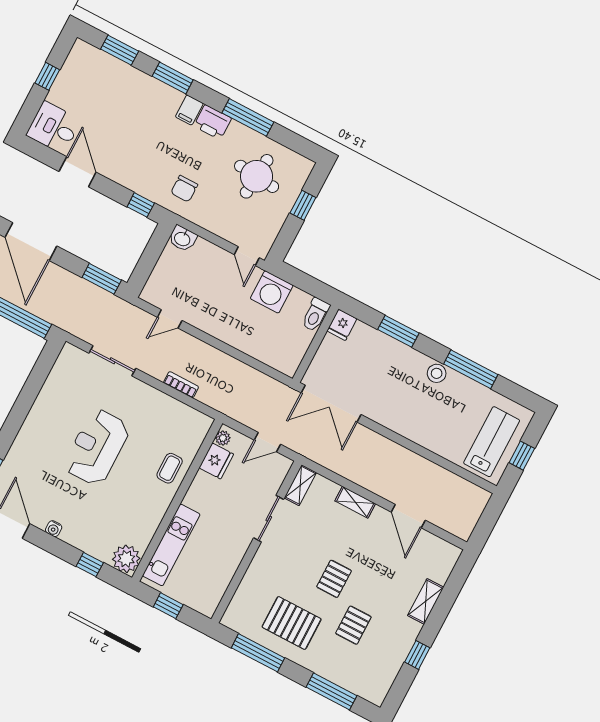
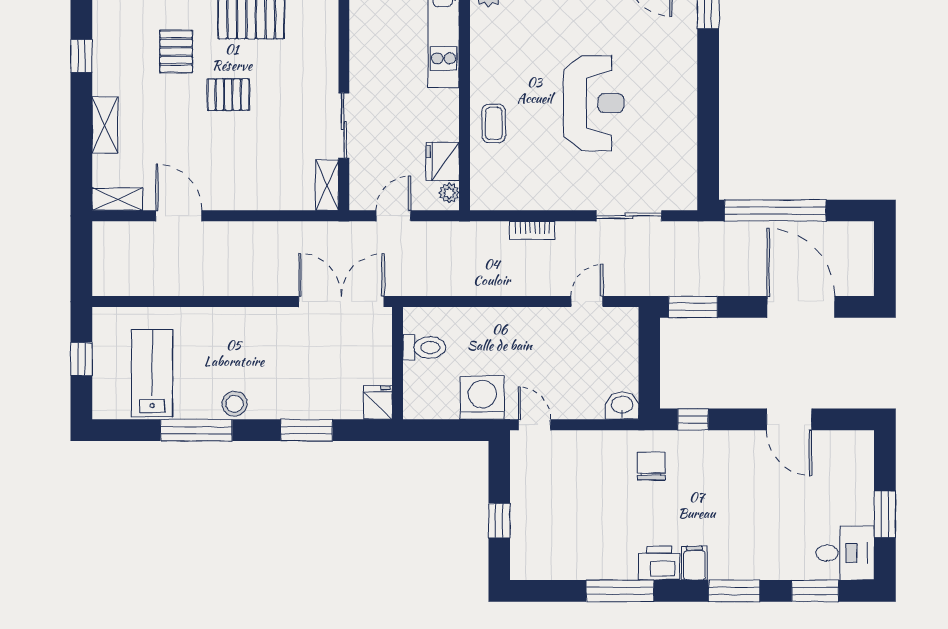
window: (47, 76) -> (885, 514), width x1.50
desk: (54, 128) -> (845, 553), moved
round table: (257, 176) -> (573, 526), removed
toilet: (315, 315) -> (424, 348), moved, turned 90
lab bench: (492, 442) -> (152, 373), moved, turned 180
shelving: (355, 502) -> (117, 199), moved
pallet: (334, 579) -> (228, 95), turned 90

